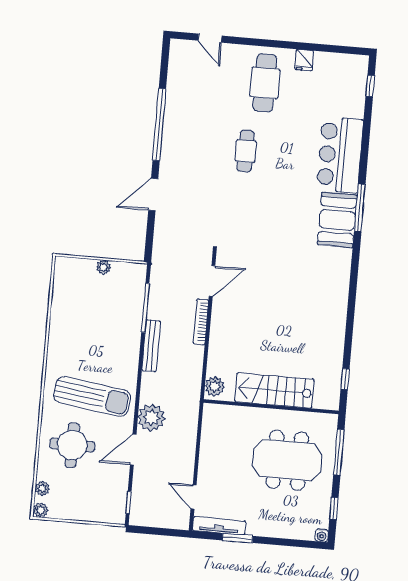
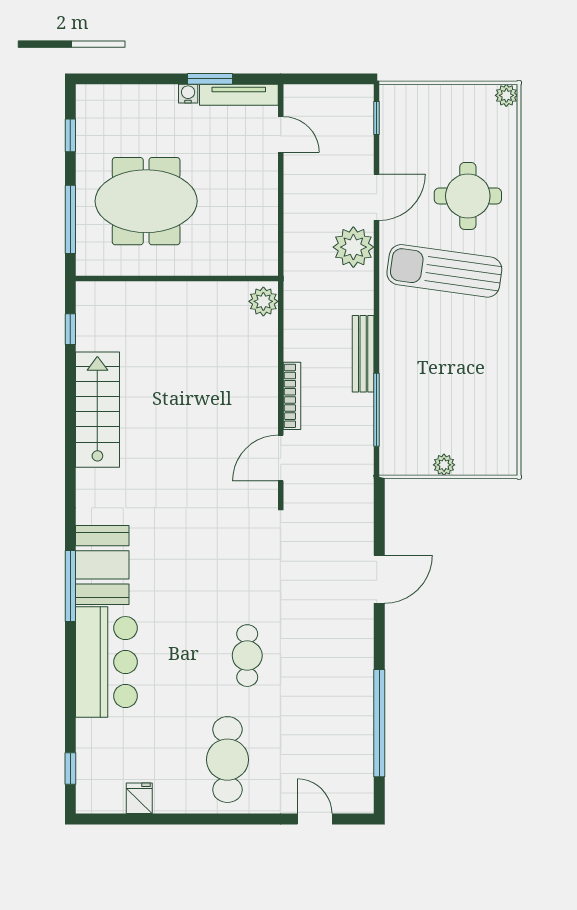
fridge: (304, 60) -> (139, 798), moved
window: (159, 124) -> (379, 723), moved
stairs: (274, 391) -> (97, 410), moved, turned -90
plant: (42, 488) -> (507, 128), removed
water cooler: (322, 535) -> (188, 94), moved

